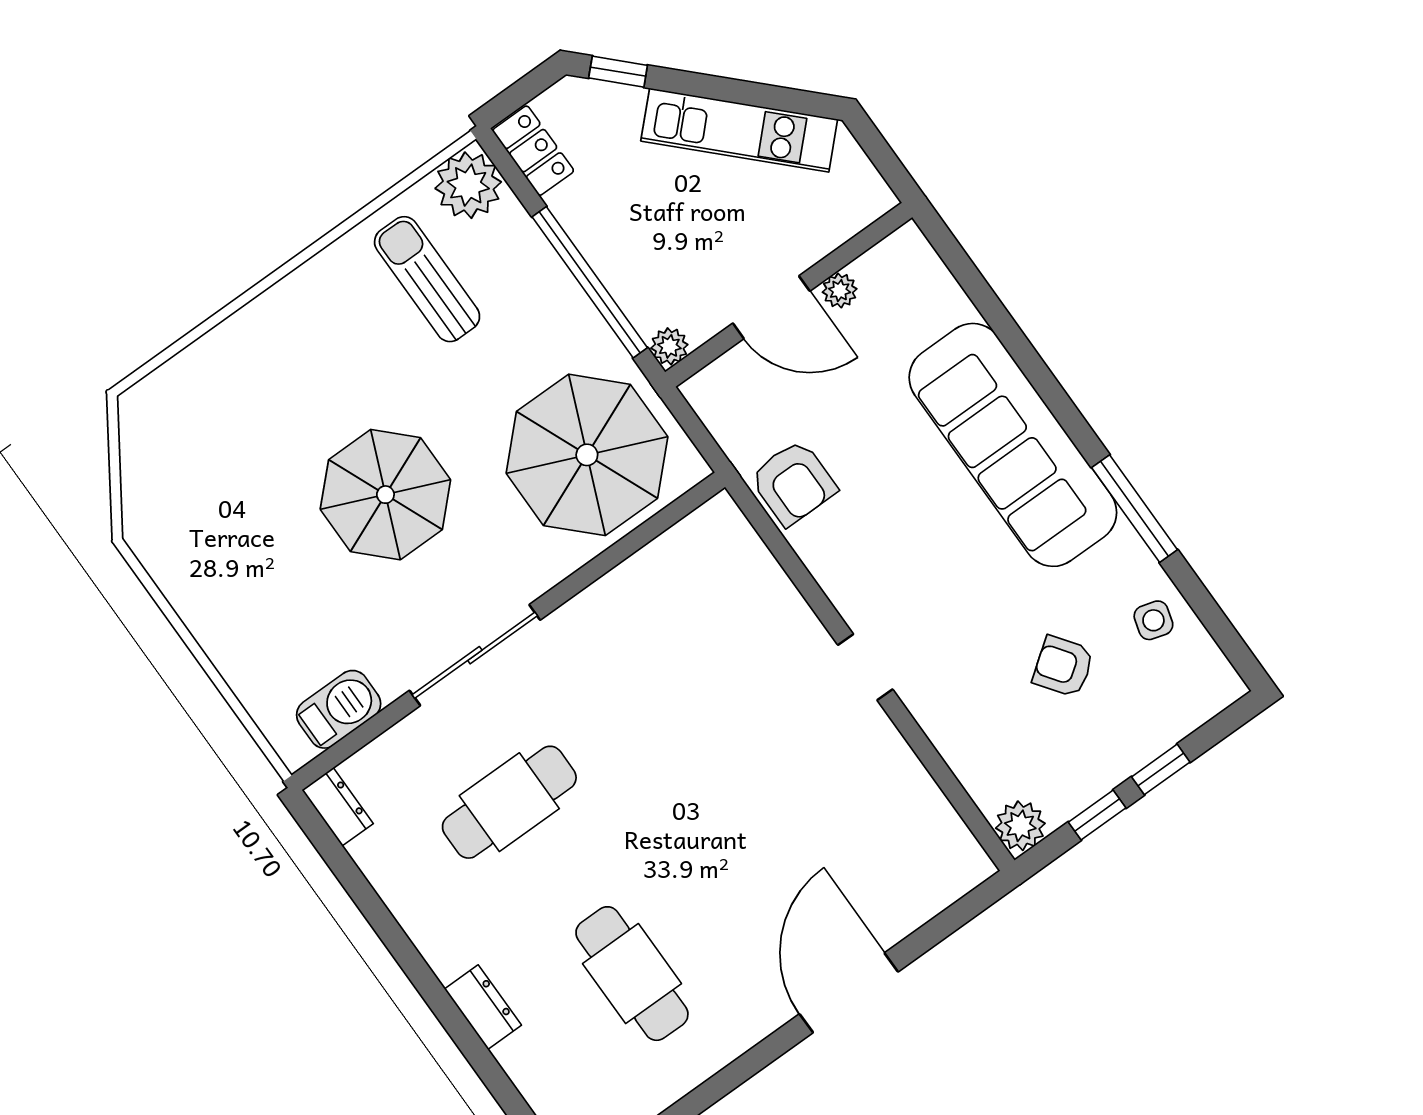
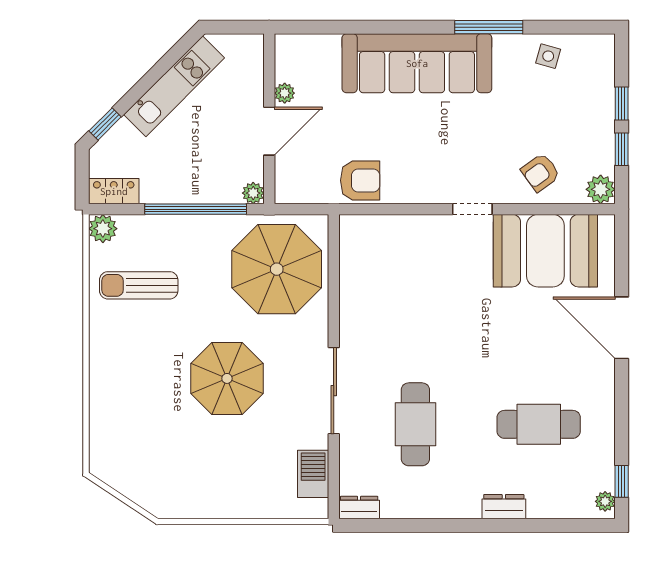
plant: (468, 185) -> (103, 229), width x0.73, depth x0.73
armchair: (1063, 666) -> (540, 172), moved
booth: (880, 810) -> (545, 251), added

